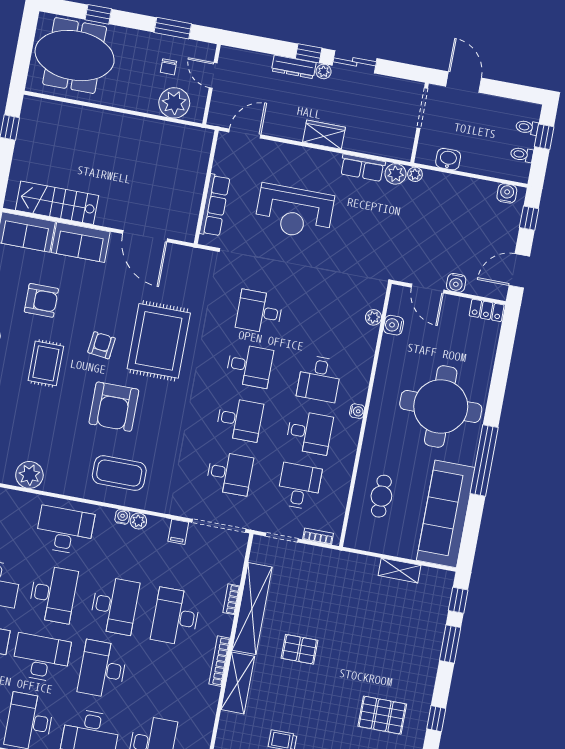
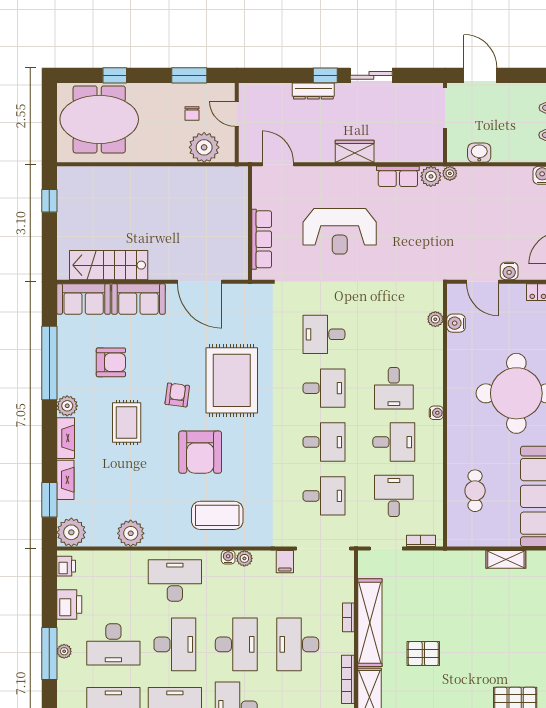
plant: (324, 71) -> (343, 90), removed
door: (245, 133) -> (278, 164), hinge flipped

